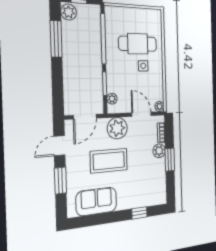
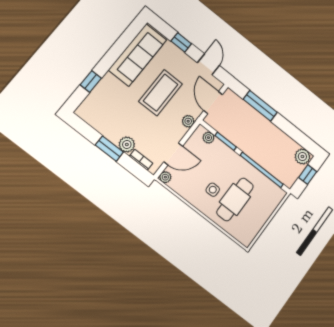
window: (56, 39) -> (260, 106), moved
plant: (117, 128) -> (188, 121), width x0.53, depth x0.53
window: (60, 181) -> (181, 42), width x0.67
sofa: (96, 201) -> (138, 55), width x1.36

